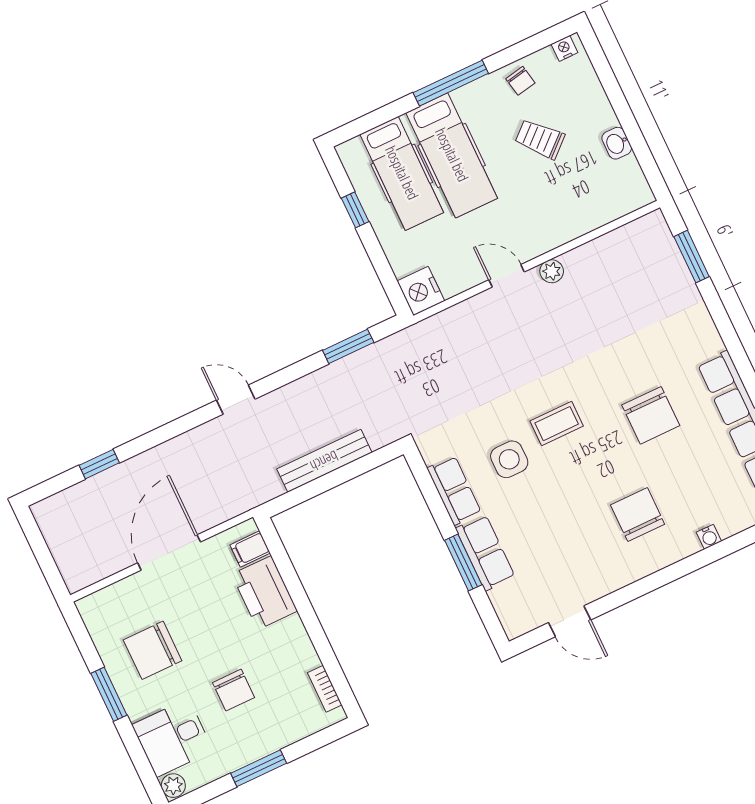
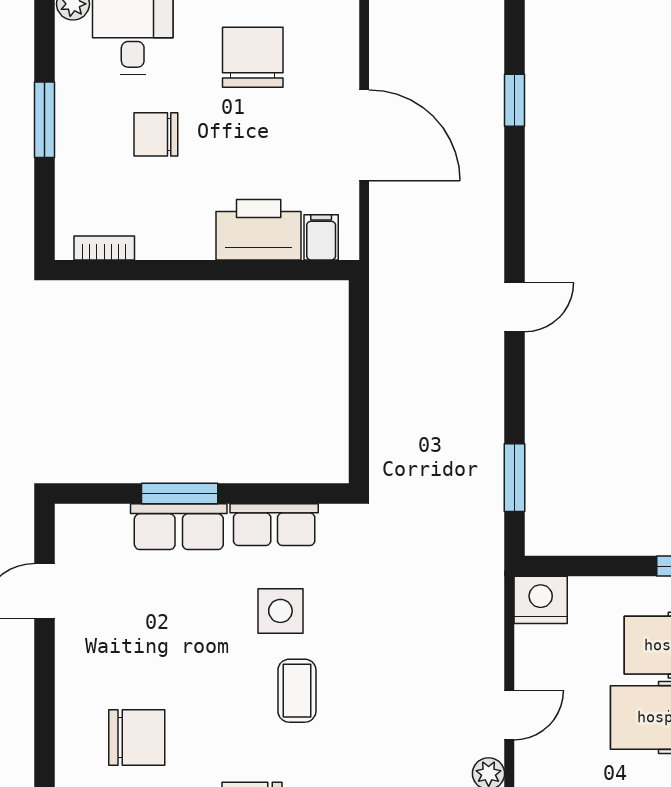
bench: (324, 461) -> (387, 381), removed

